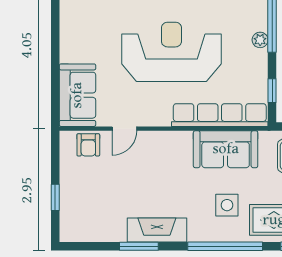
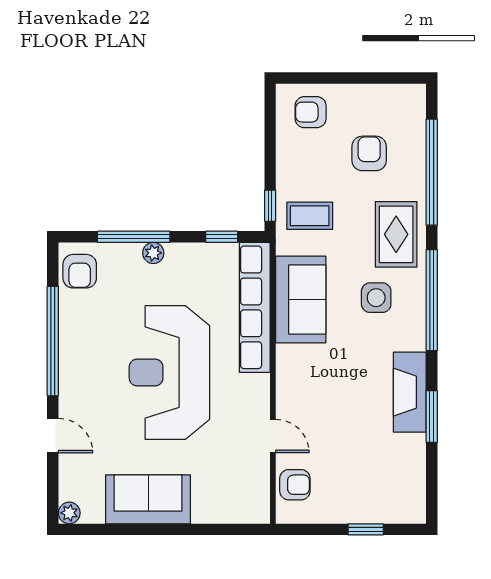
sofa: (77, 95) -> (148, 499), moved

